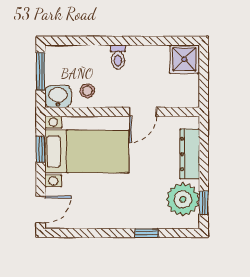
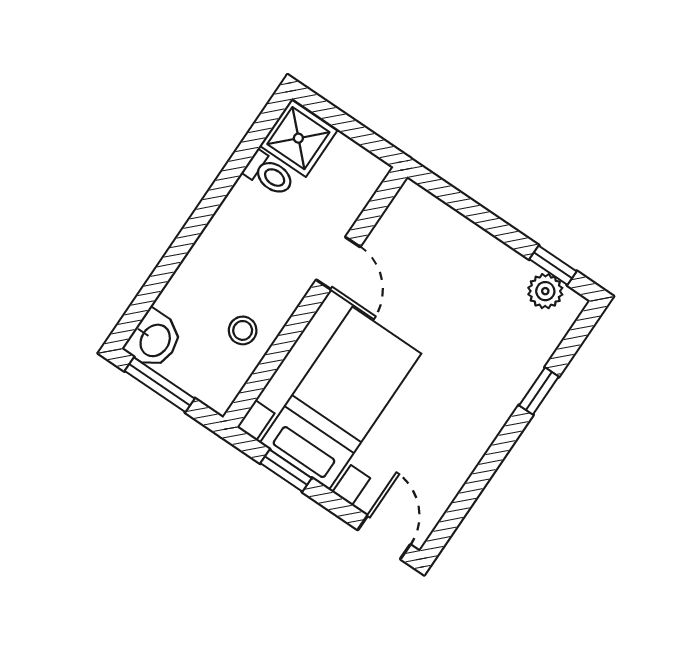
toilet: (118, 57) -> (269, 174), moved
washbasin: (58, 96) -> (154, 340), moved, turned 180
dresser: (190, 154) -> (458, 234), removed
plant: (183, 199) -> (545, 291), width x0.53, depth x0.53

